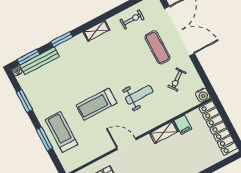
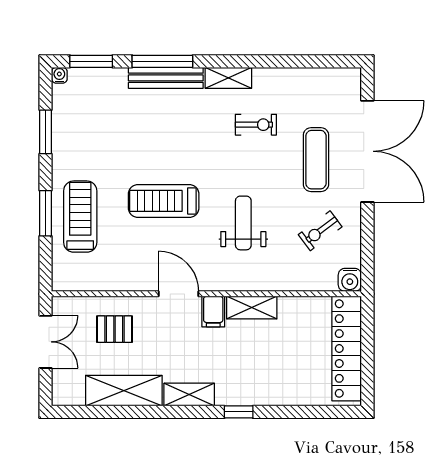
exercise bike: (132, 19) -> (256, 125), moved
window: (62, 39) -> (162, 61), width x1.44
bench: (40, 61) -> (166, 78), moved
weight bench: (139, 95) -> (243, 223), turned -90
filing cabinet: (183, 125) -> (213, 312), moved

